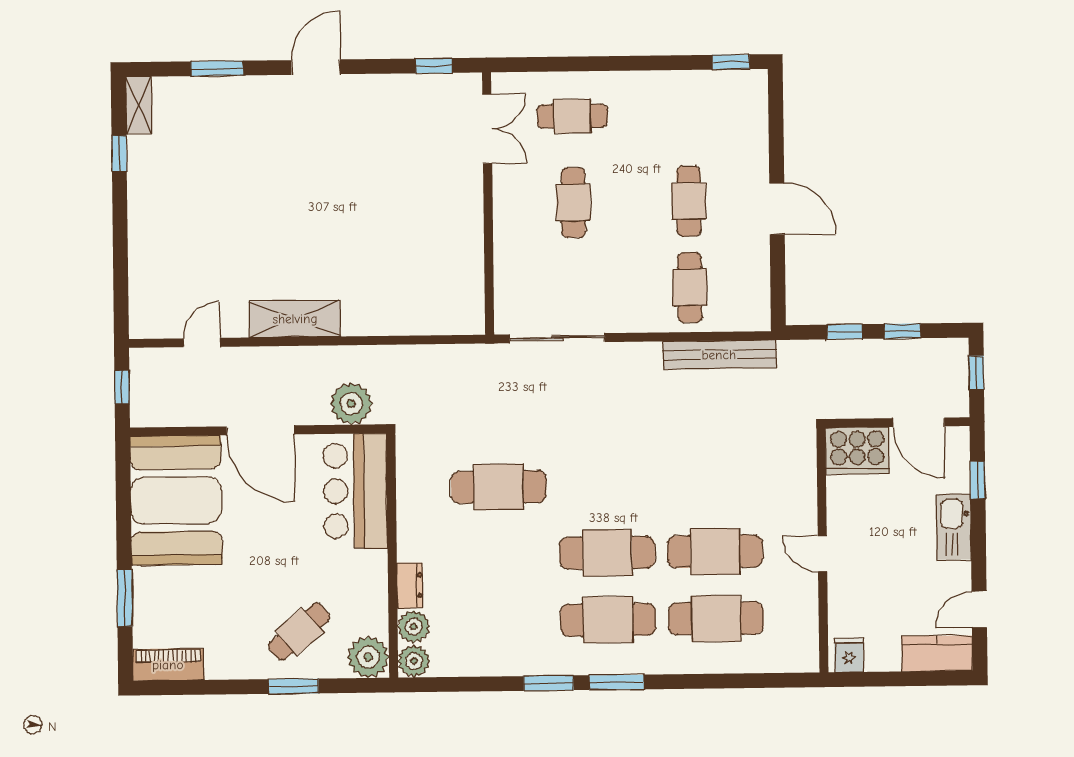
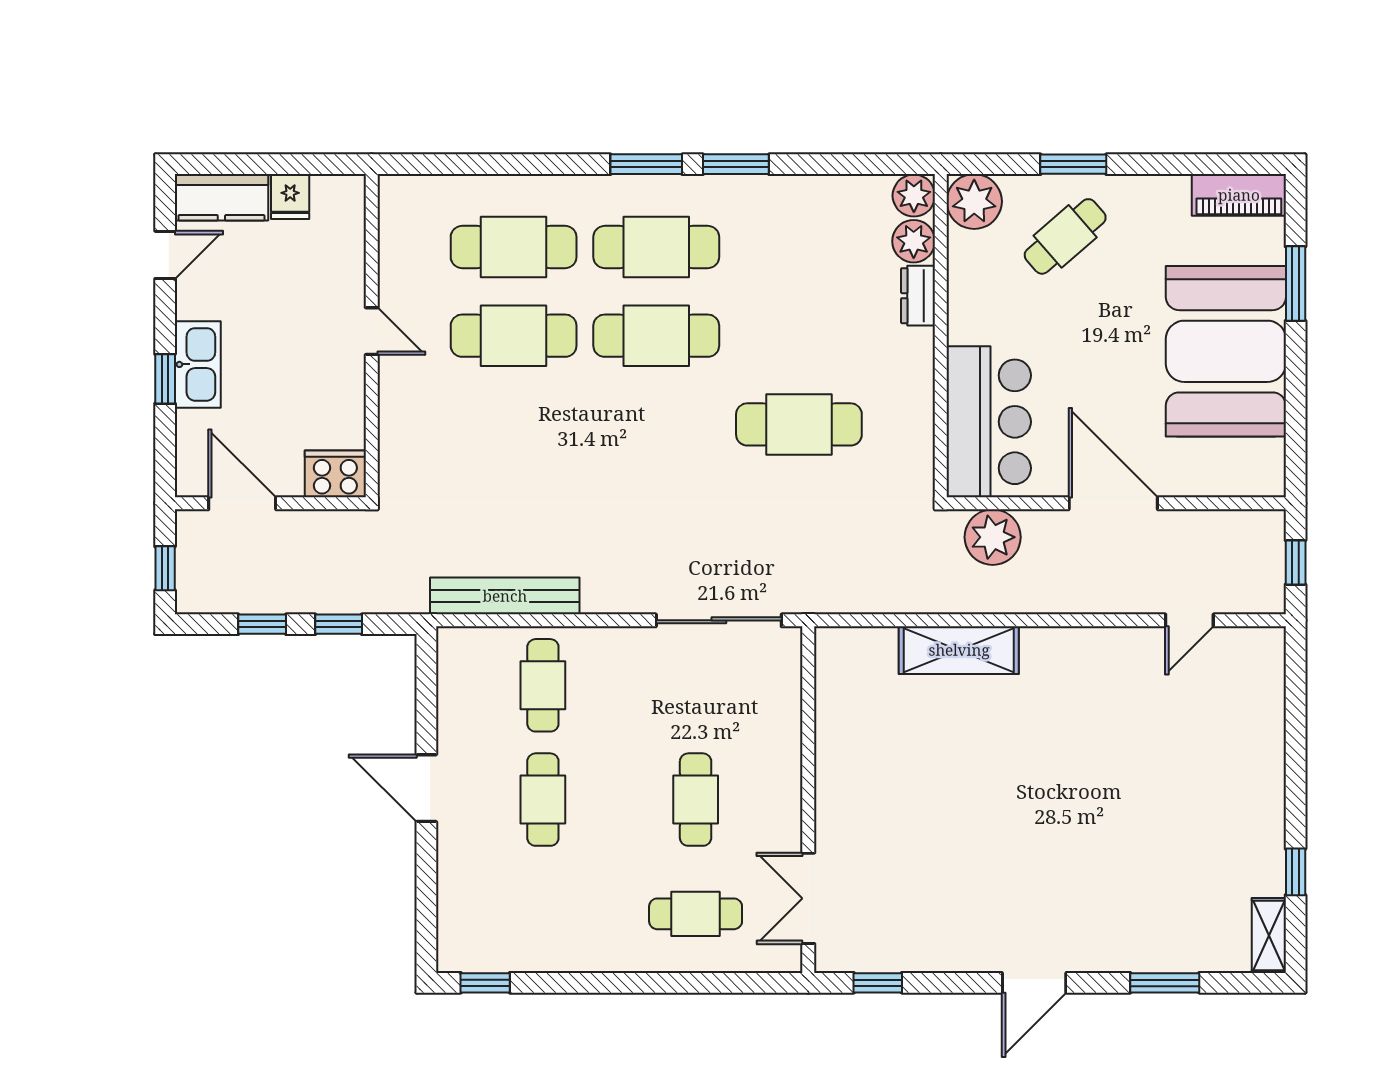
shelving: (295, 319) -> (959, 650), moved
cooker: (857, 451) -> (335, 474), width x0.73, depth x0.76
window: (978, 480) -> (165, 379), moved
booth: (176, 500) -> (1226, 351), moved
fridge: (849, 655) -> (290, 197), moved

